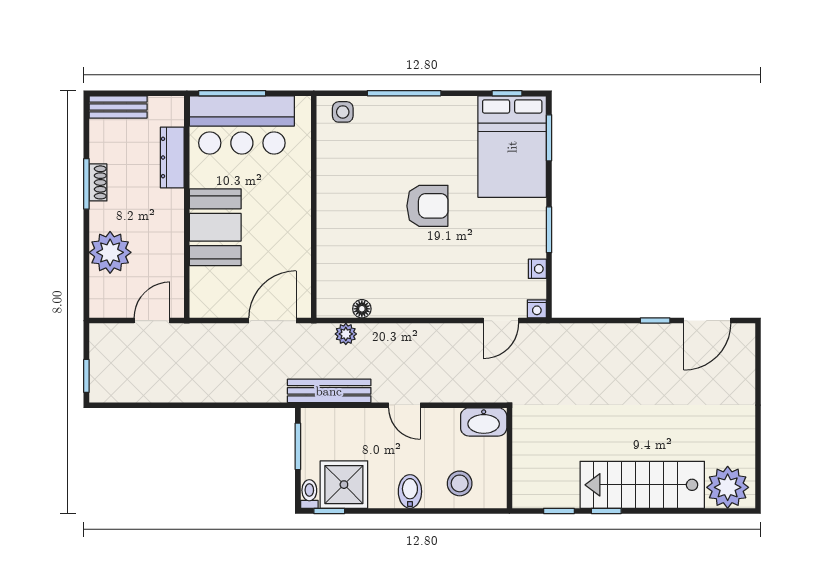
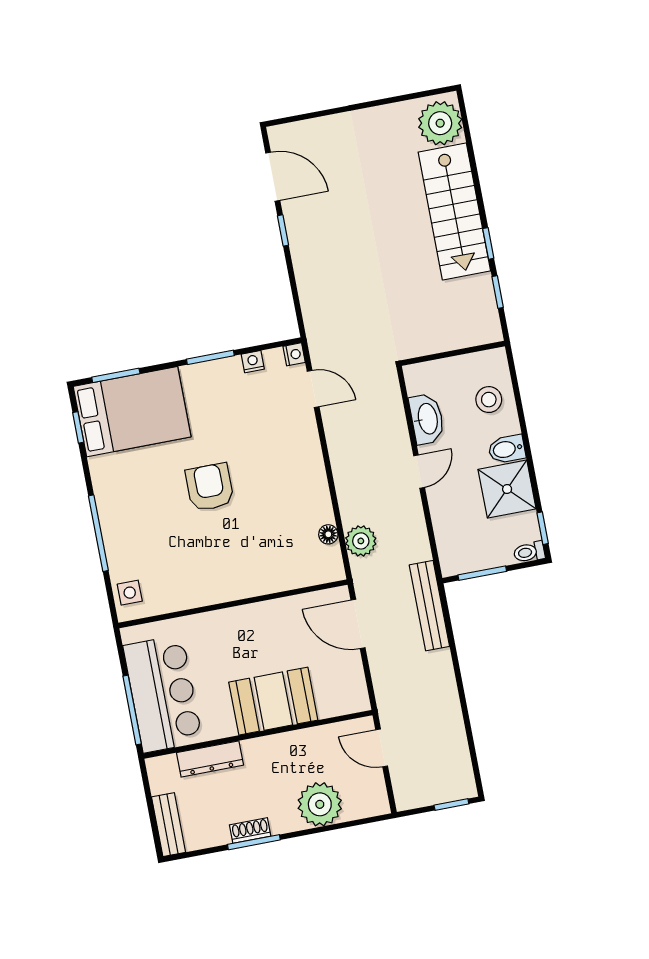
plant: (346, 334) -> (361, 541), width x1.38, depth x1.38
bench: (329, 391) -> (429, 606), moved
washbasin: (484, 422) -> (427, 419), moved
shower: (344, 485) -> (507, 489), moved

